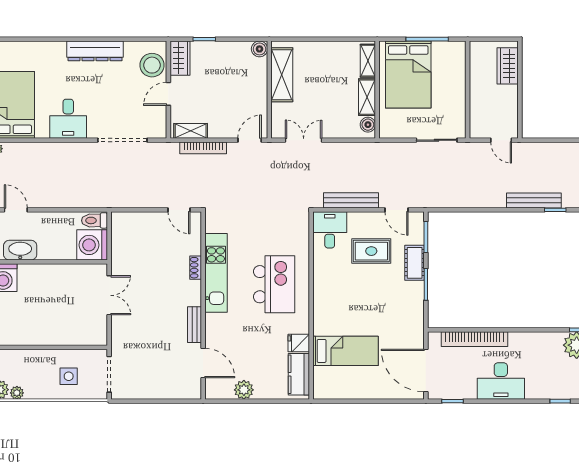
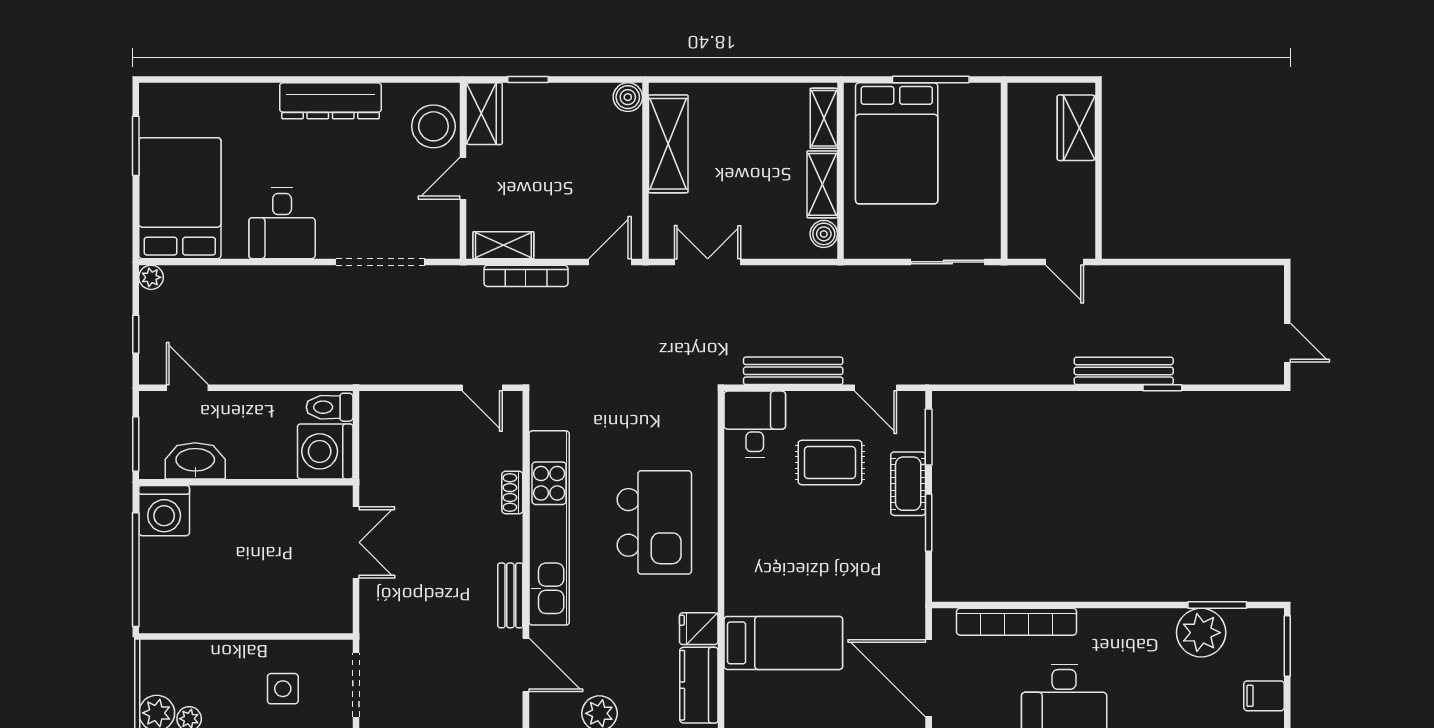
kitchen unit: (216, 273) -> (549, 528), width x1.36

